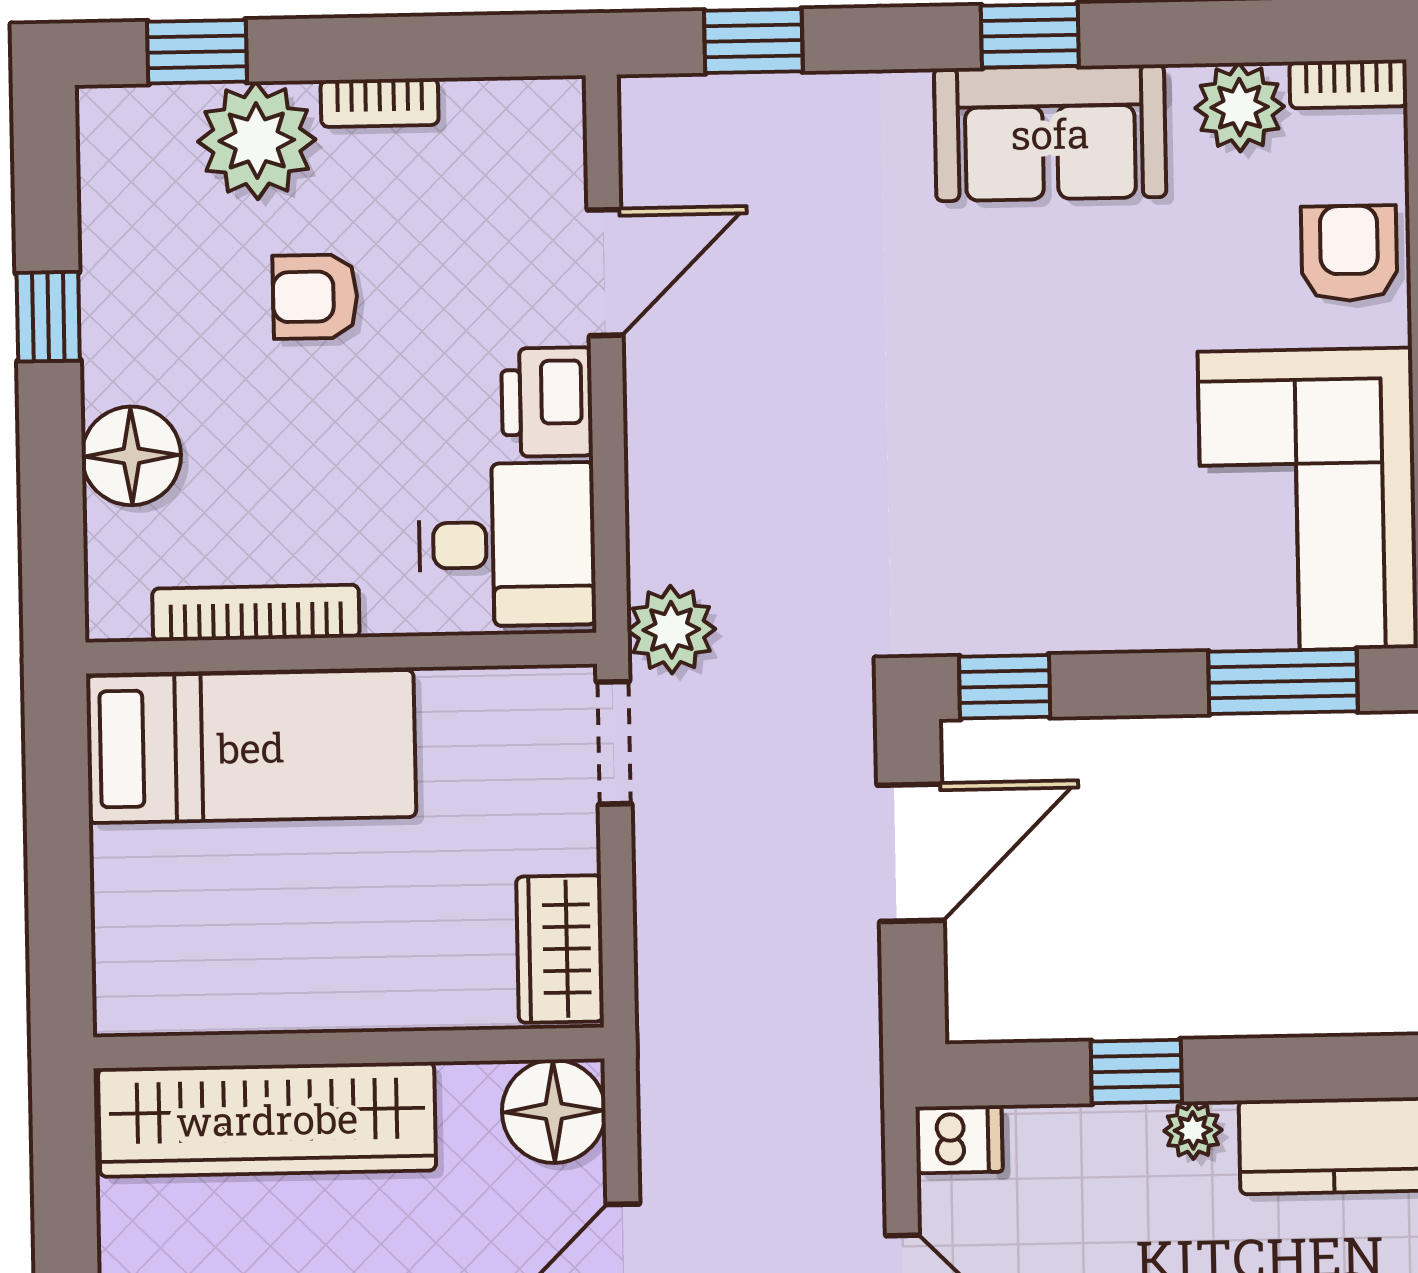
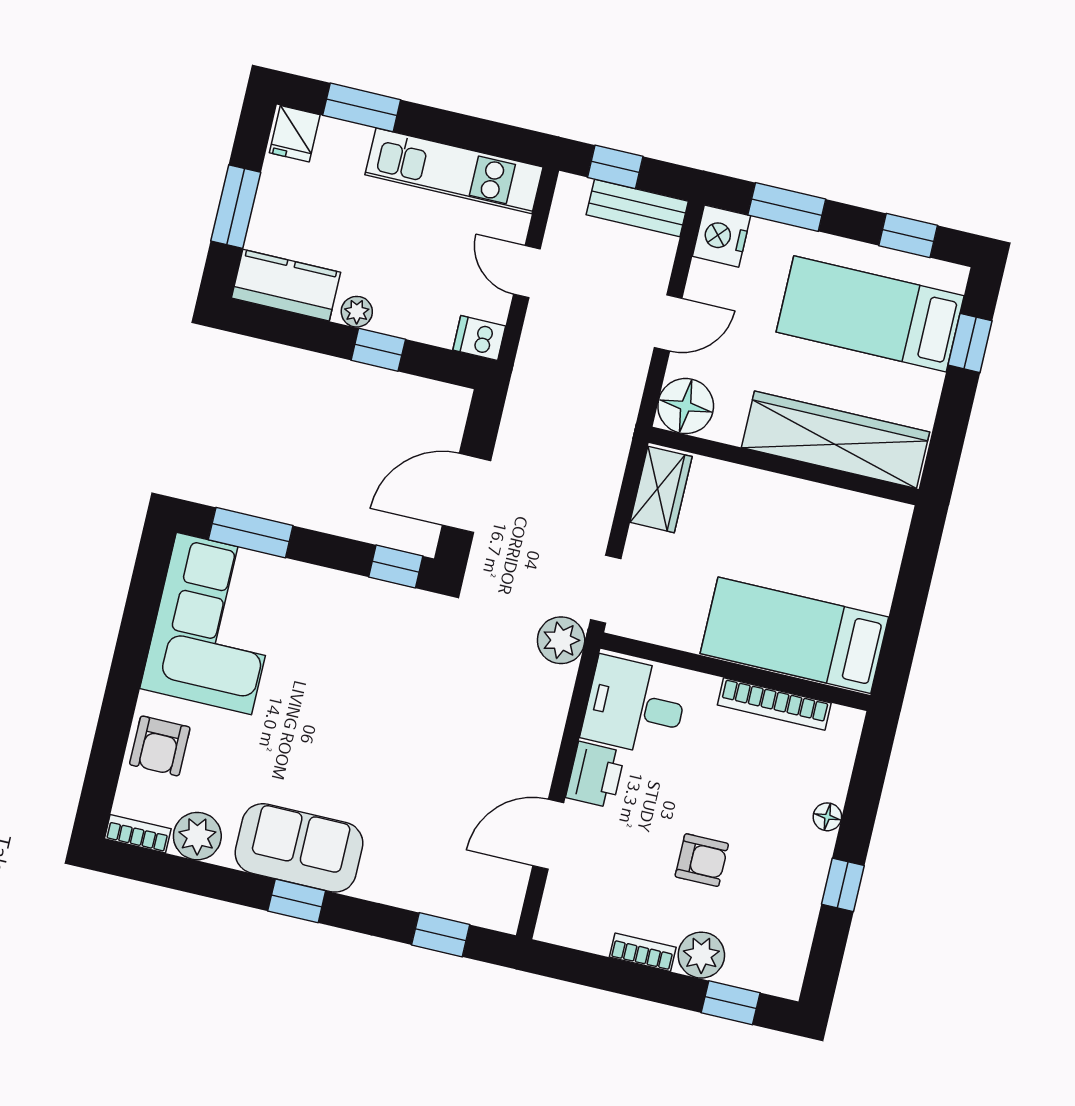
plant: (257, 140) -> (701, 955), width x0.73, depth x0.73
floor lamp: (131, 456) -> (827, 817), width x0.53, depth x0.53

